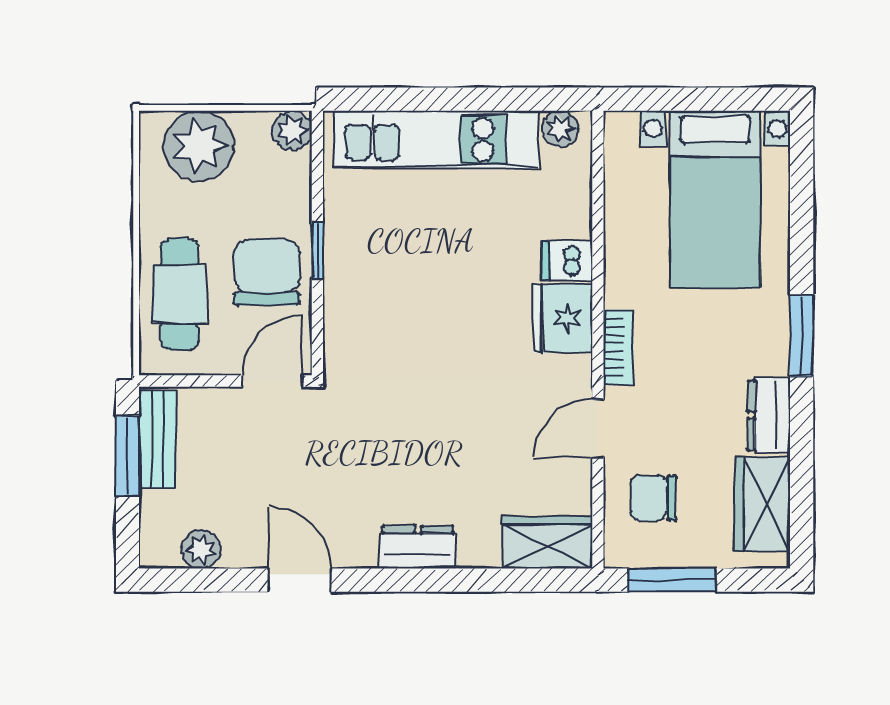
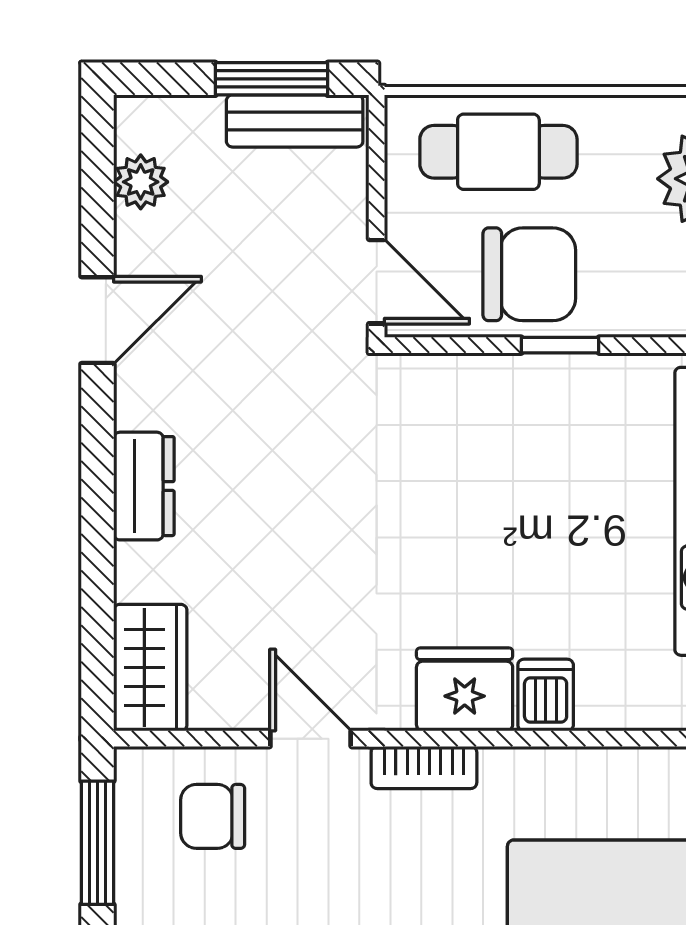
chair: (653, 498) -> (213, 816), turned -90

